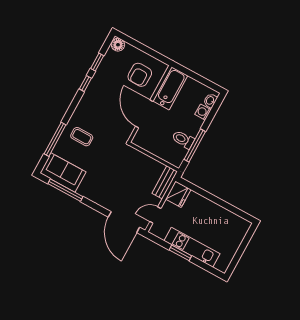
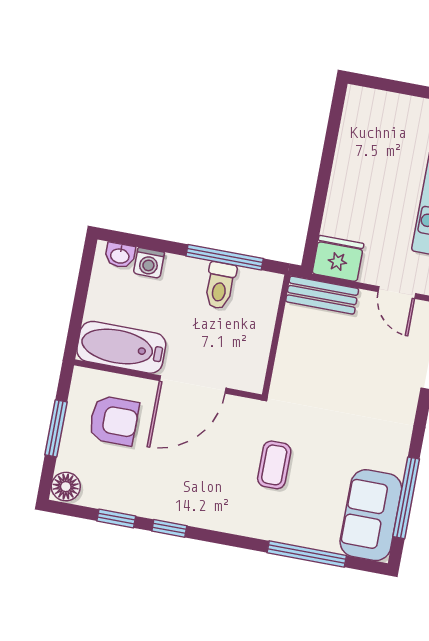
window: (144, 49) -> (56, 428), added
coffee table: (82, 137) -> (274, 465), moved

